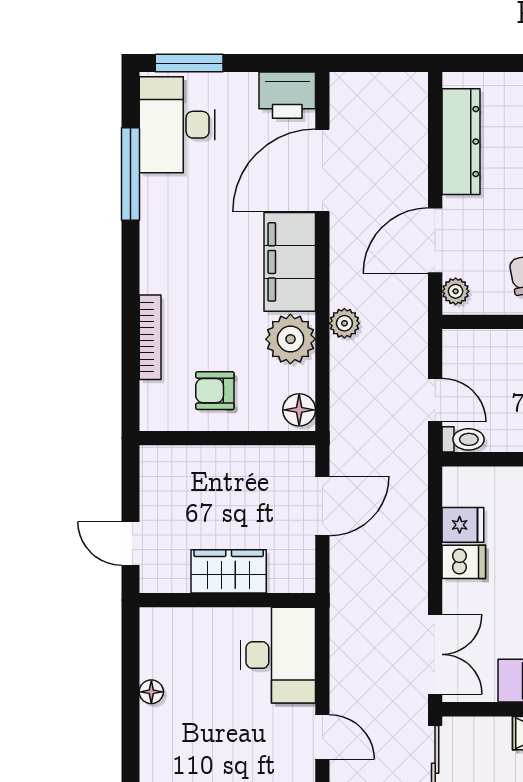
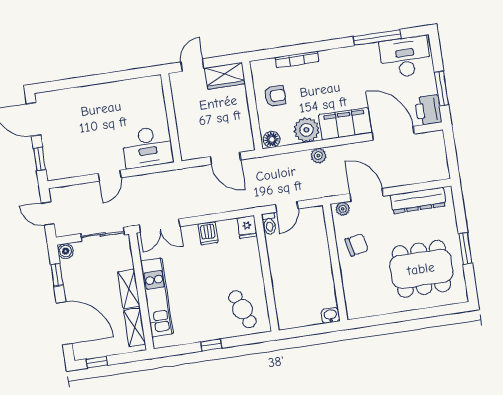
window: (189, 63) -> (441, 89), moved
armchair: (215, 391) -> (275, 96), turned 90
fridge: (463, 525) -> (247, 227), moved
wardrobe: (229, 571) -> (225, 76), moved, turned 90
floor lamp: (151, 692) -> (120, 87), removed

